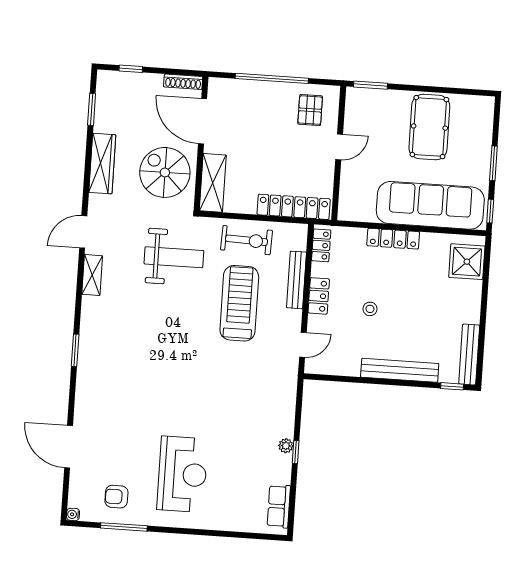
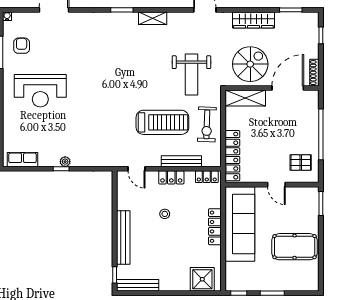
sofa: (430, 205) -> (240, 224), moved
shelving: (92, 275) -> (153, 18), moved

